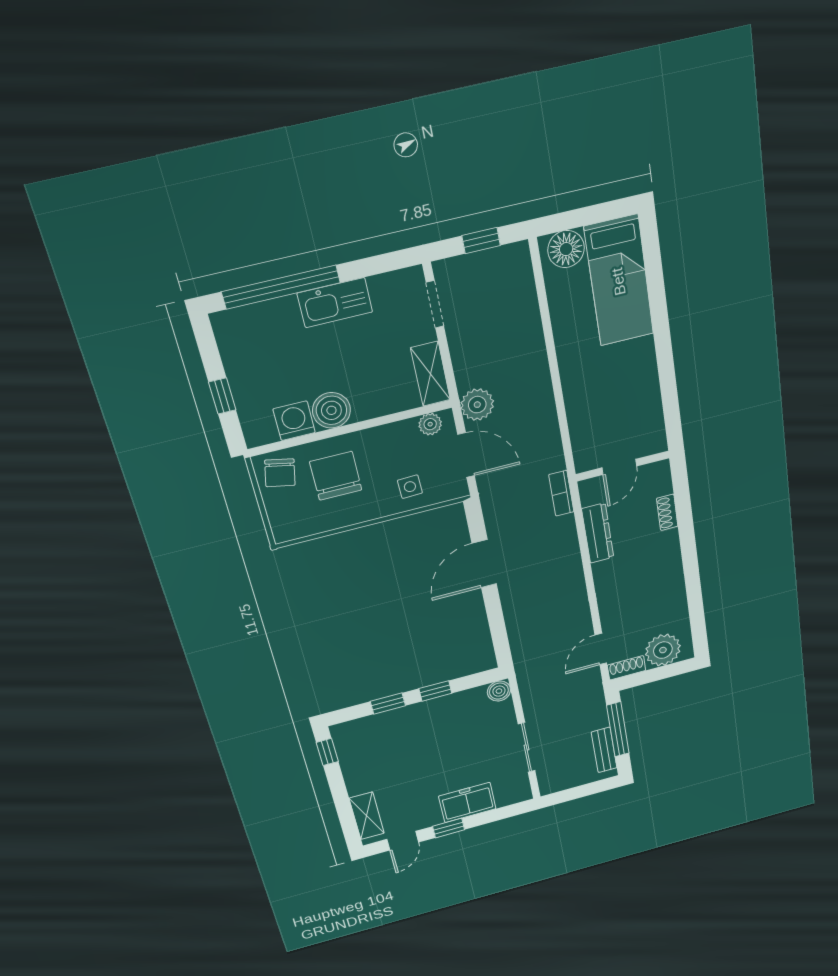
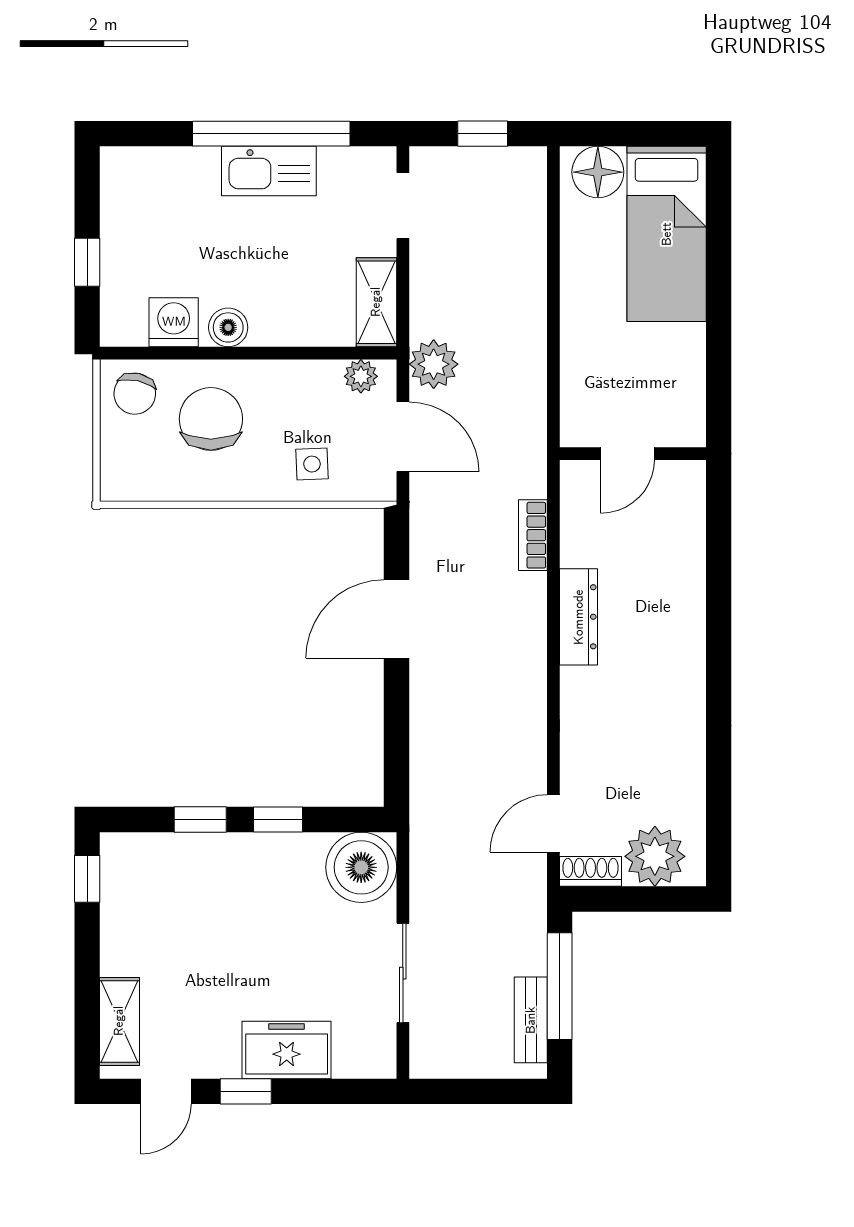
window: (281, 287) -> (271, 134), moved
boiler: (331, 410) -> (228, 327), width x0.73, depth x0.73
wall: (623, 466) -> (633, 454), moved
door: (619, 467) -> (627, 454), moved
shoe rack: (667, 512) -> (692, 612), removed
boiler: (499, 691) -> (361, 867), width x1.86, depth x1.86

